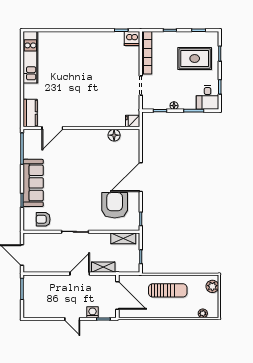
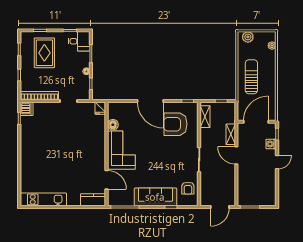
corner sofa: (86, 145) -> (121, 150), added

